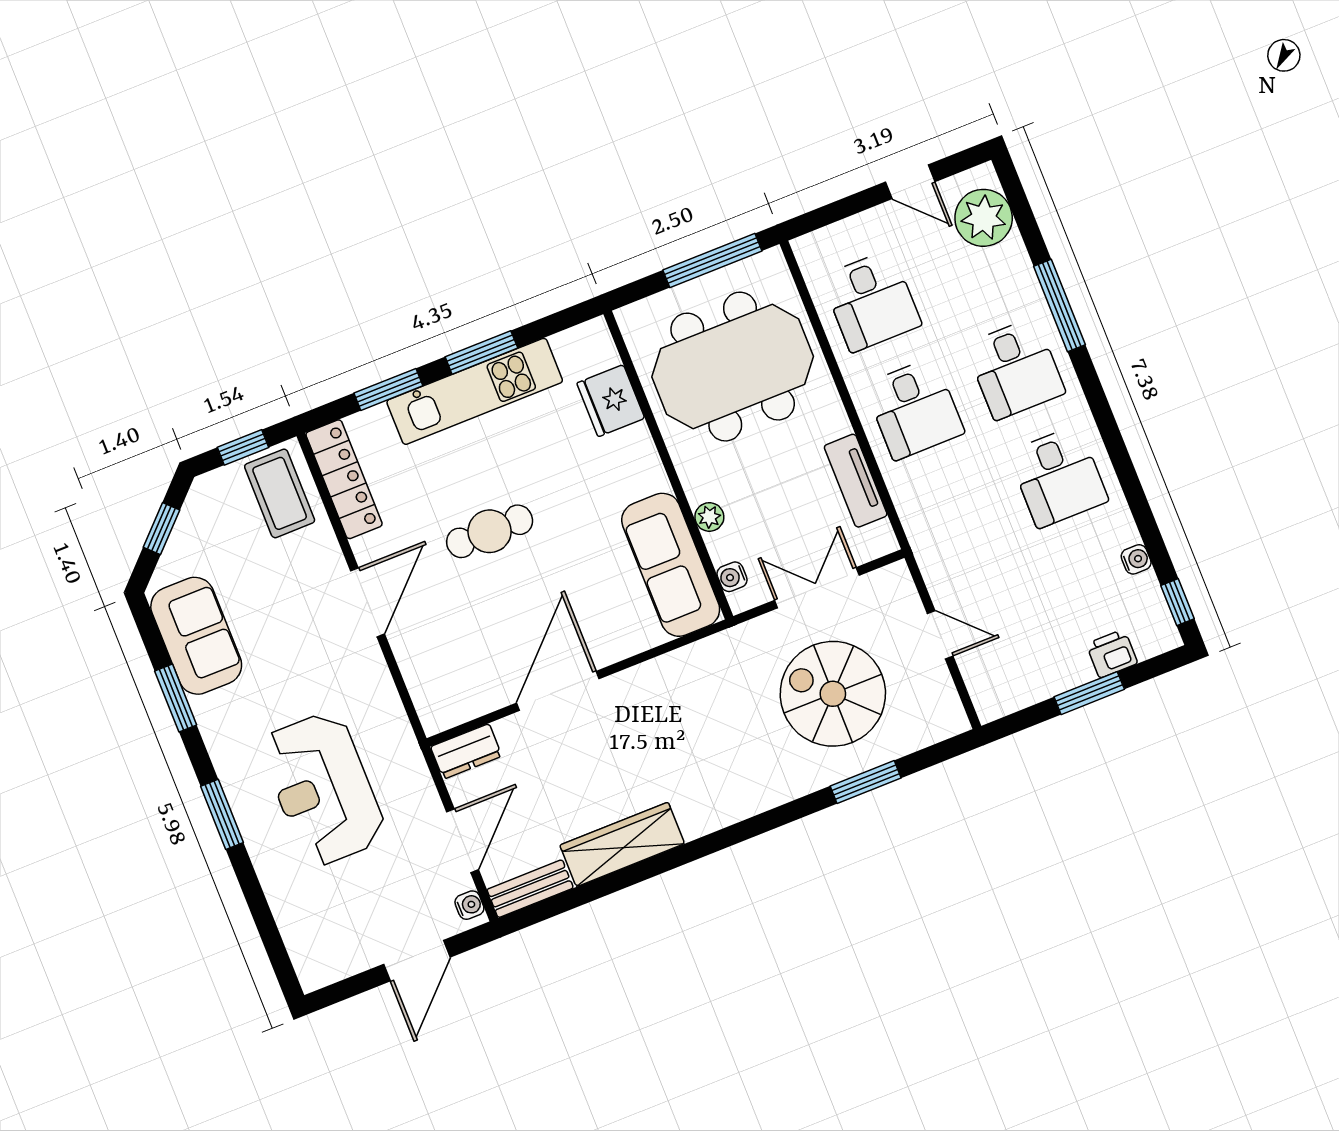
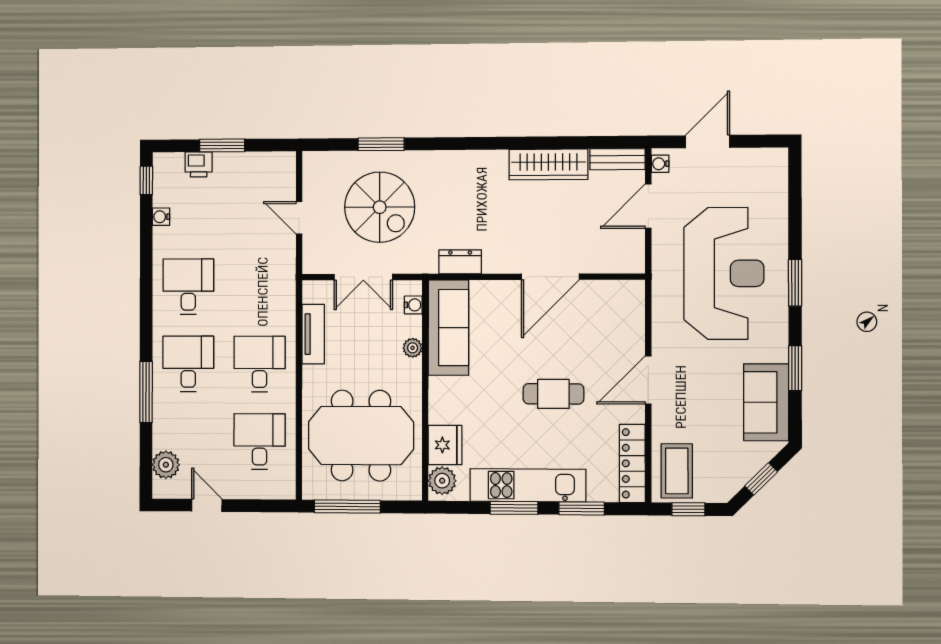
plant: (984, 218) -> (166, 465), width x0.73, depth x0.73
plant: (595, 350) -> (442, 481), added
dresser: (466, 751) -> (460, 262), moved
reception desk: (323, 789) -> (724, 273), width x1.36, depth x1.30

